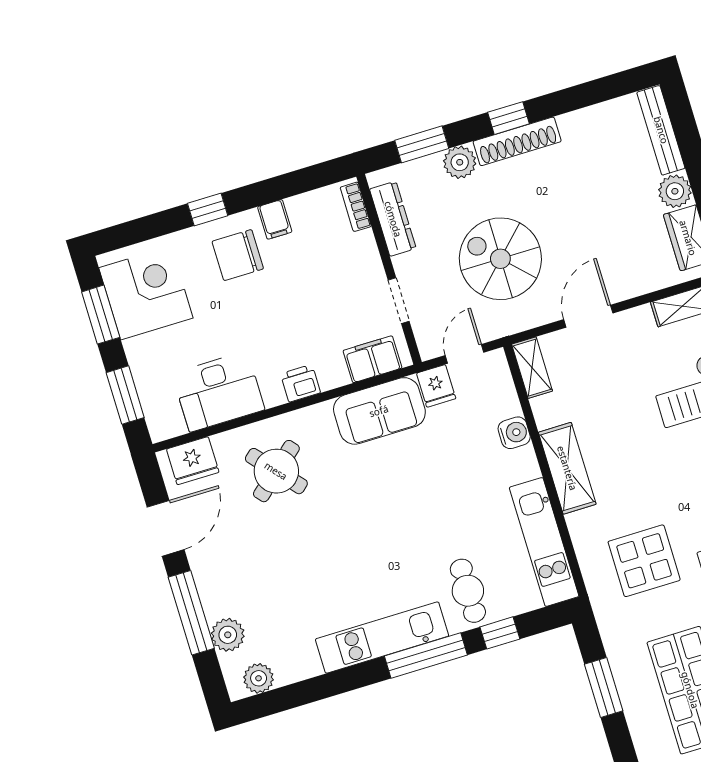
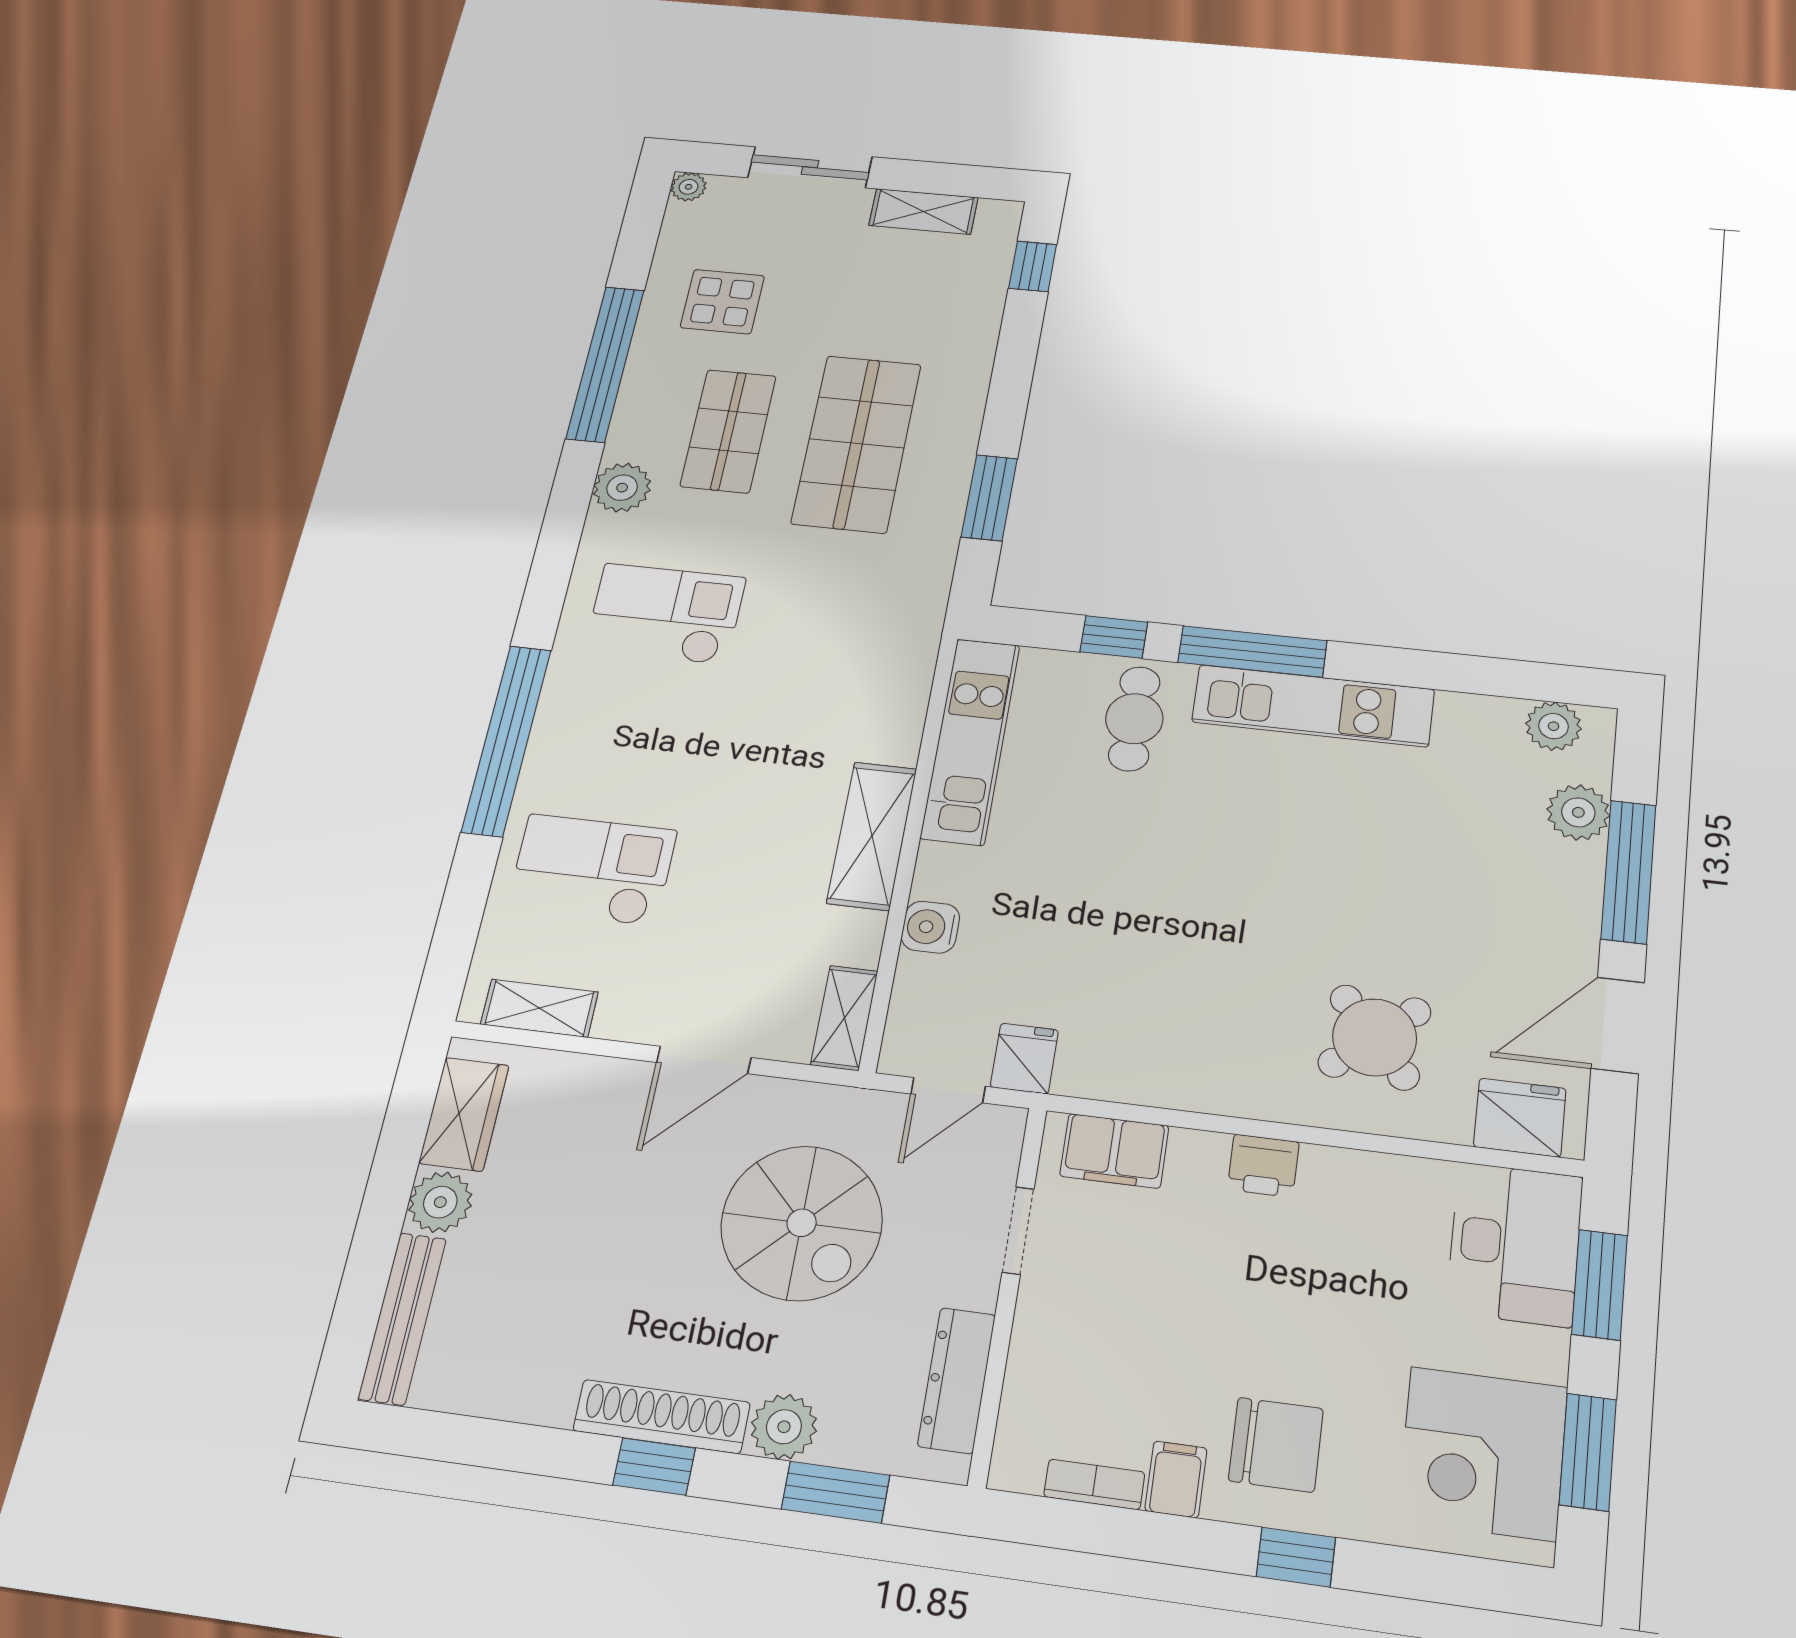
bookcase: (356, 207) -> (1094, 1484), moved, turned -90
desk: (218, 392) -> (1515, 1244), moved, turned 90
sofa: (379, 411) -> (1144, 1060), removed
display table: (644, 561) -> (825, 649), removed

